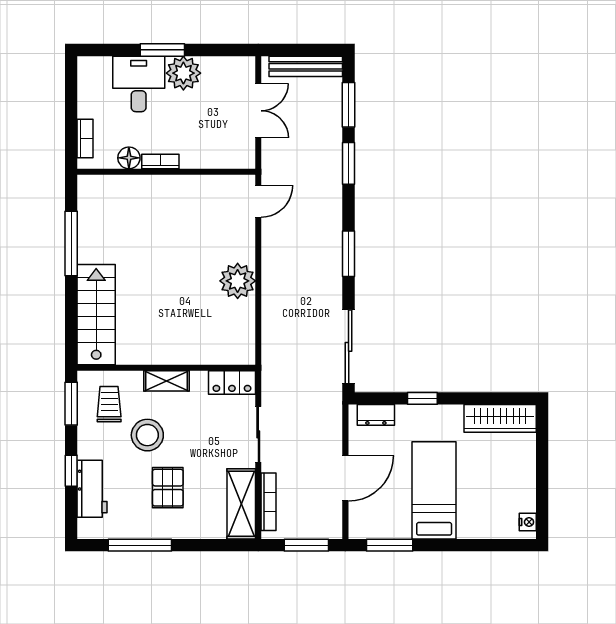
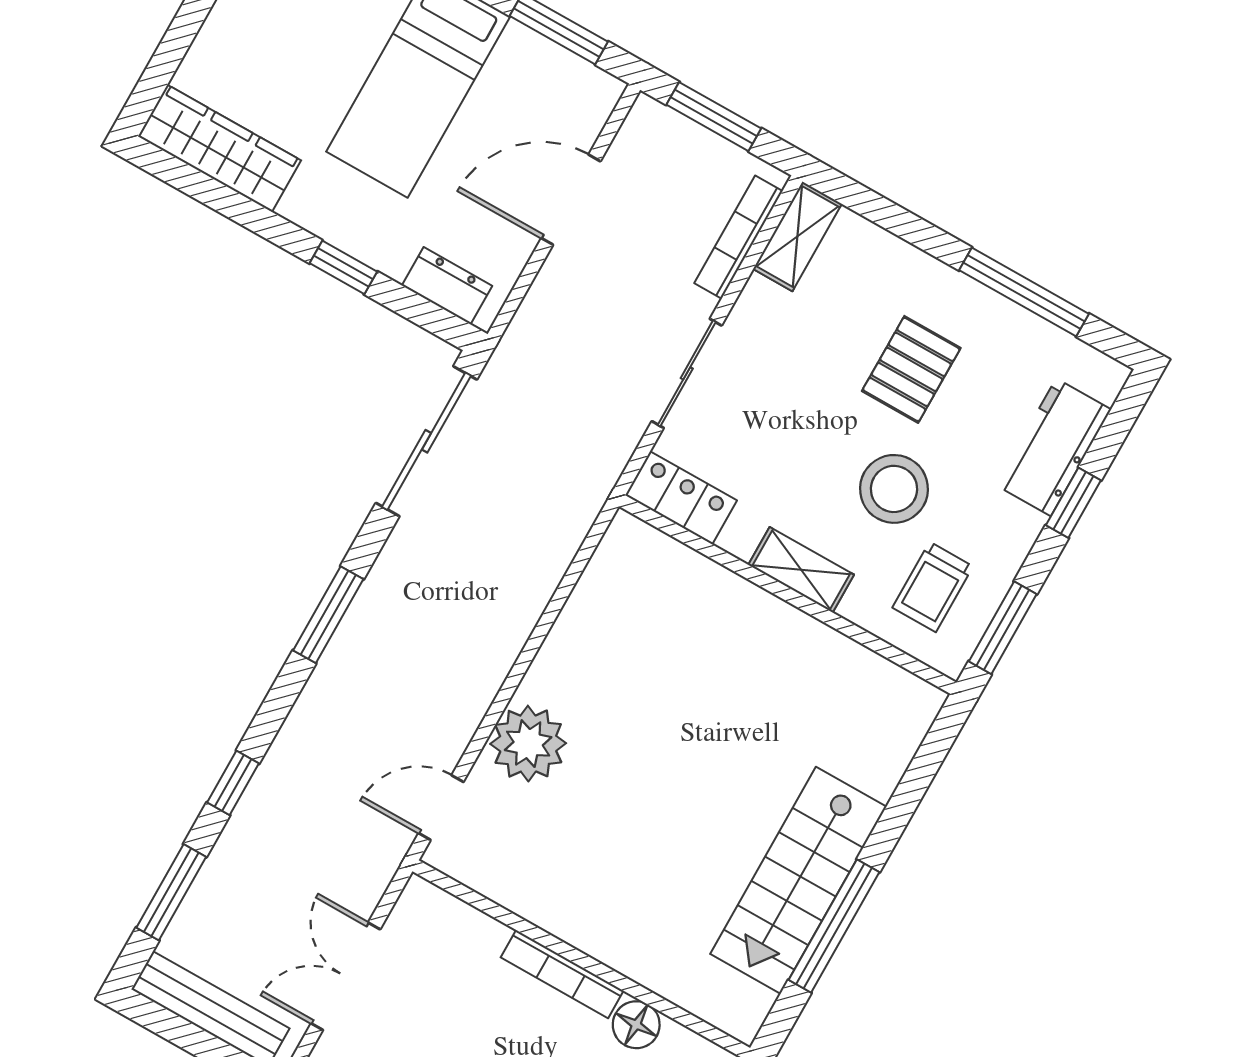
bookcase: (160, 161) -> (562, 974), width x1.56
window: (349, 163) -> (233, 783), width x0.67
plant: (238, 281) -> (528, 744), moved
stairs: (96, 315) -> (798, 880), moved
shelving: (241, 504) -> (797, 236), width x0.67, depth x0.75

